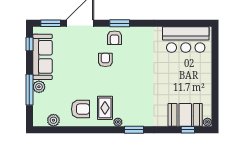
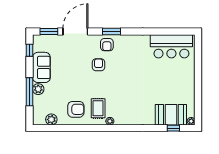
sofa: (43, 57) -> (41, 67), width x0.73
window: (134, 130) -> (125, 128), removed

